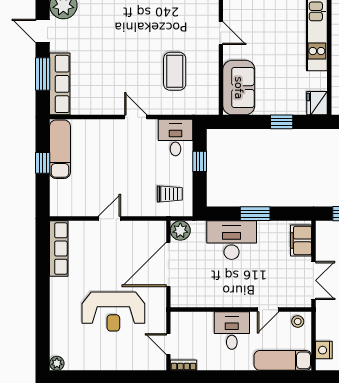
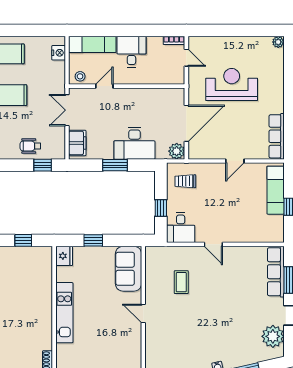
coffee table: (175, 71) -> (181, 282), width x0.73, depth x0.77
exam couch: (60, 149) -> (276, 190), moved
desk: (232, 331) -> (131, 52), moved, turned 180

